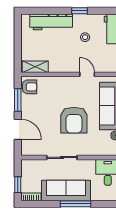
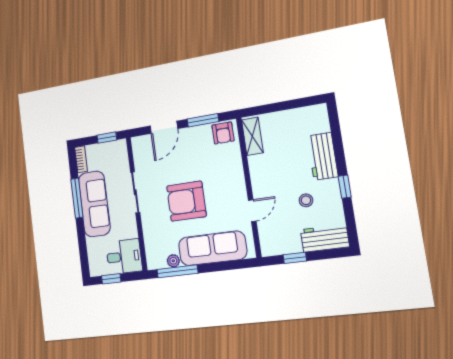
workbench: (51, 22) -> (323, 156), width x0.73
window: (18, 185) -> (107, 138), moved
window: (76, 204) -> (77, 198), moved

